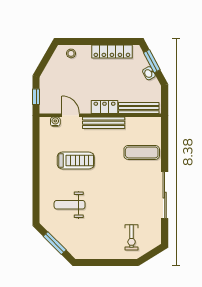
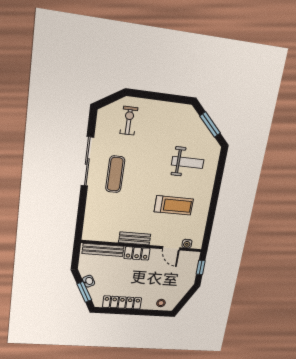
bench: (104, 123) -> (135, 238), width x0.73
exercise mat: (142, 152) -> (115, 174), moved, turned 90
treadmill: (76, 161) -> (174, 205), turned 180

